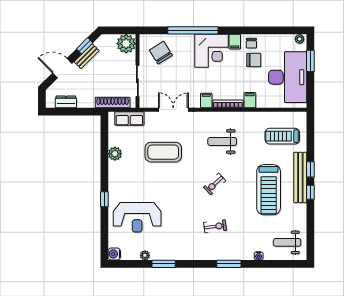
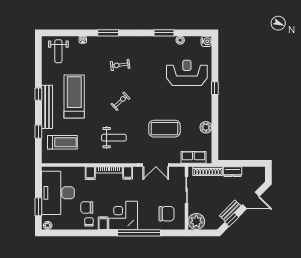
chair: (161, 53) -> (166, 214), turned -58
dresser: (66, 102) -> (233, 172), moved
window: (310, 169) -> (38, 132), moved
weight bench: (287, 242) -> (58, 51), turned 90

